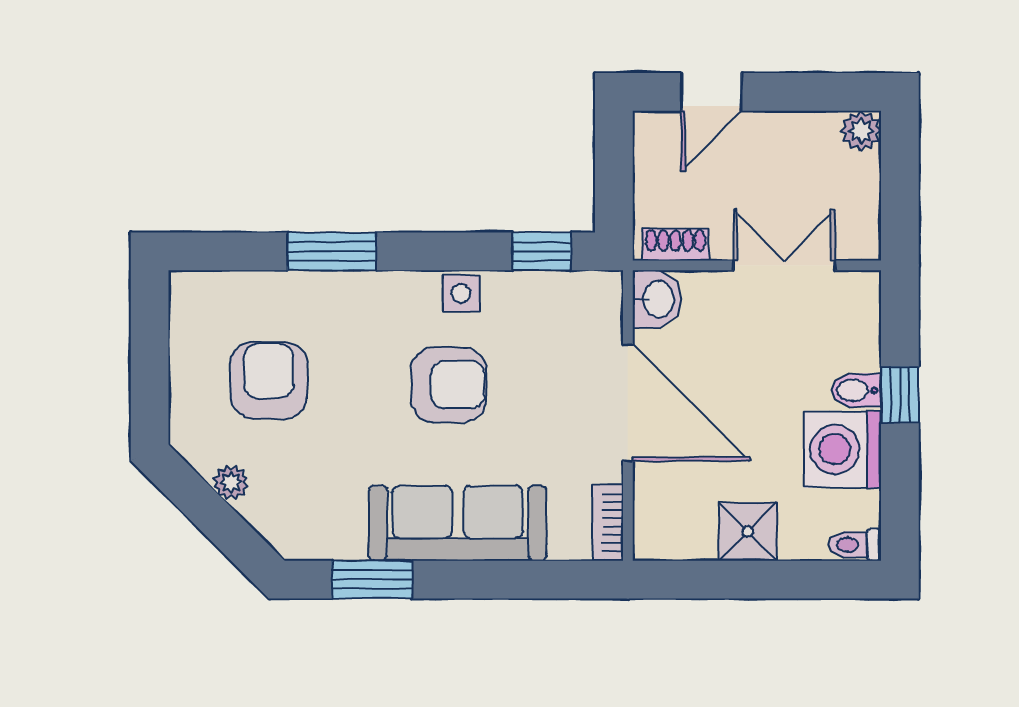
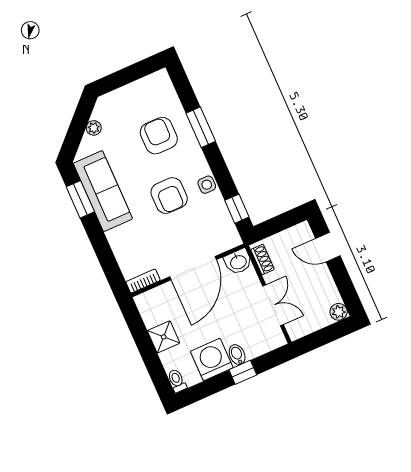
armchair: (269, 380) -> (159, 136), moved, turned -90
sofa: (458, 523) -> (103, 191), moved

